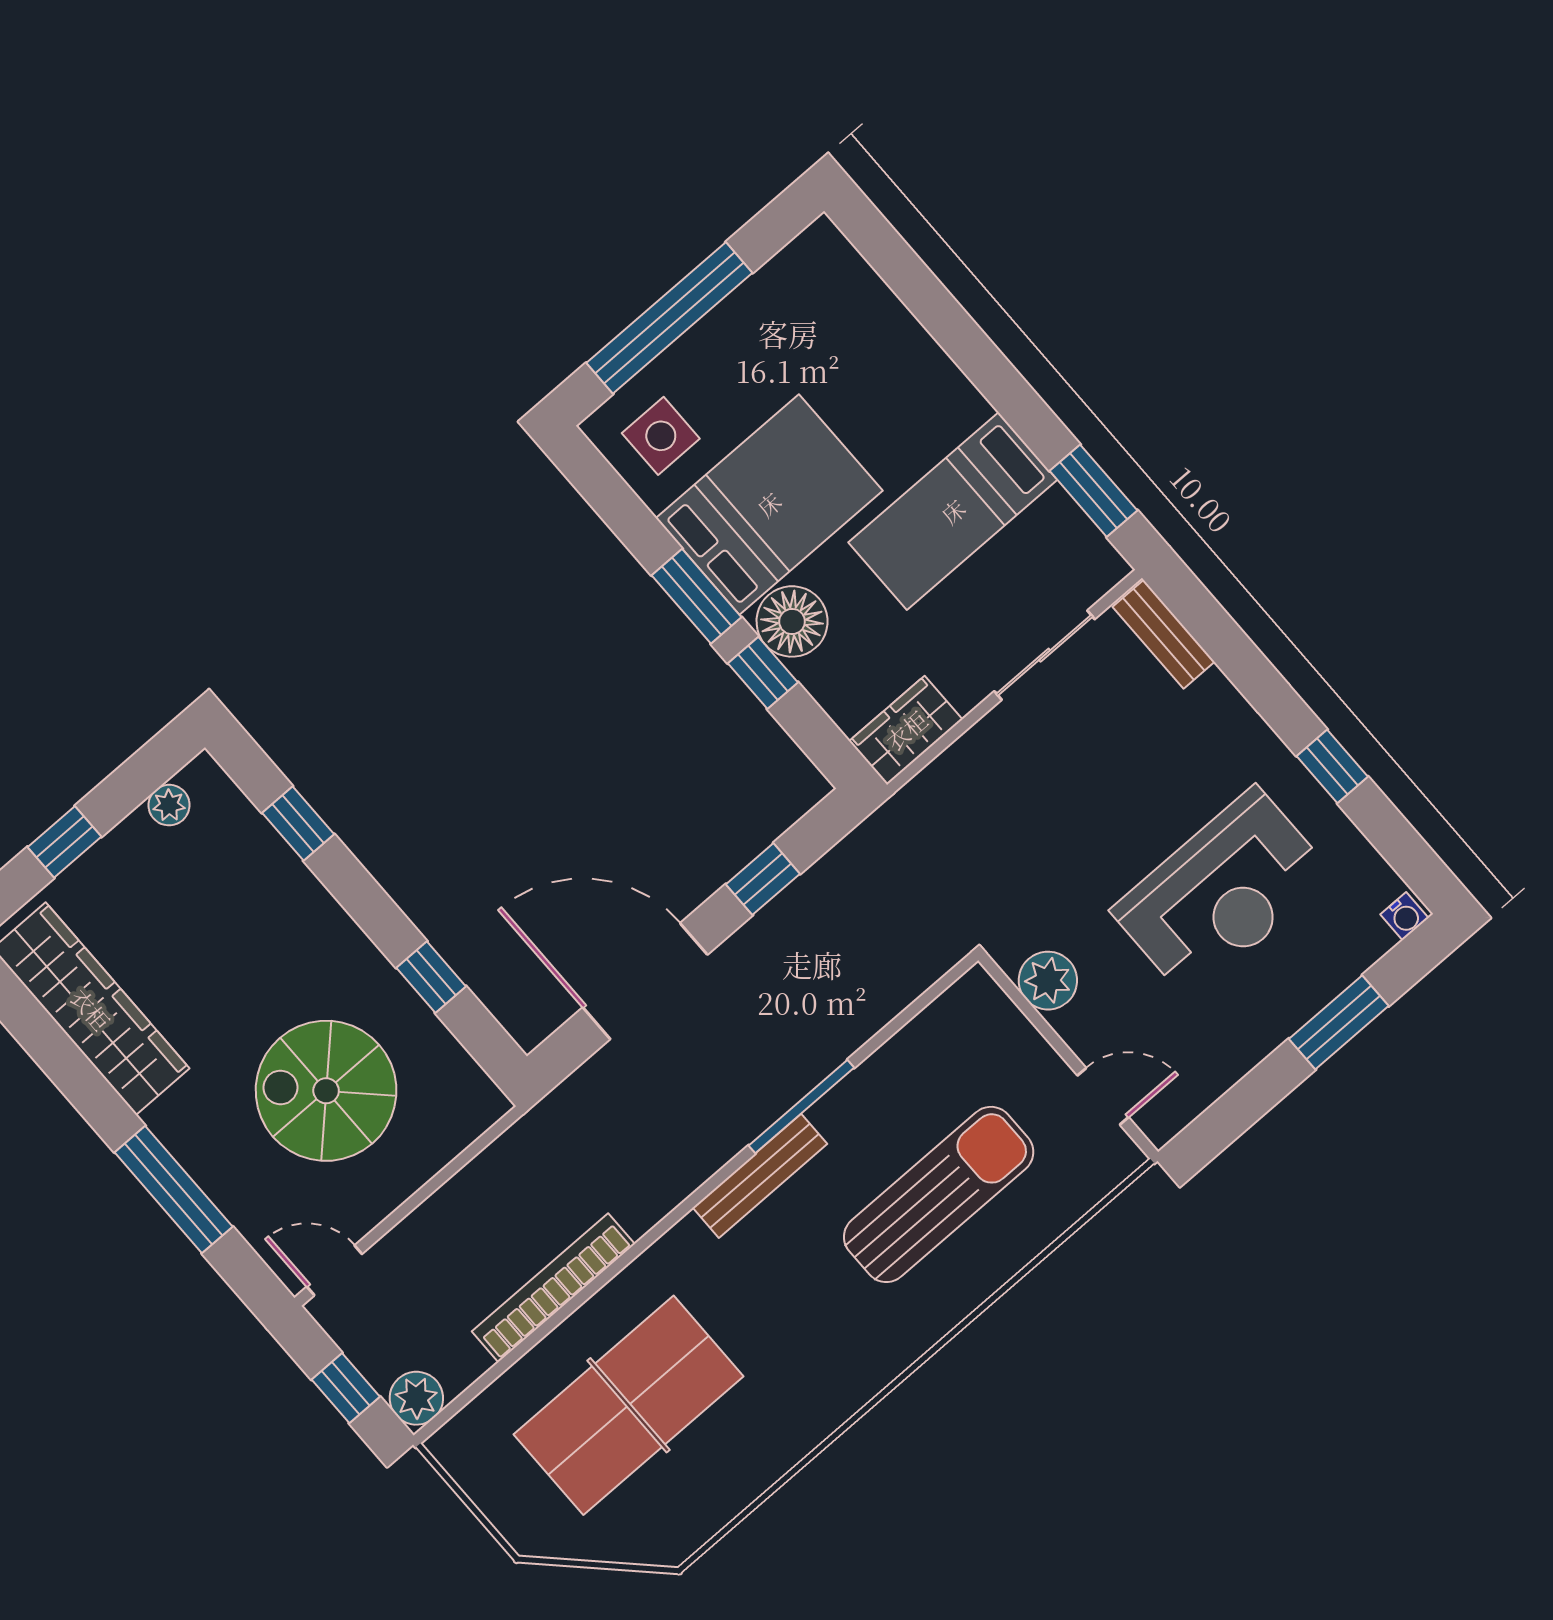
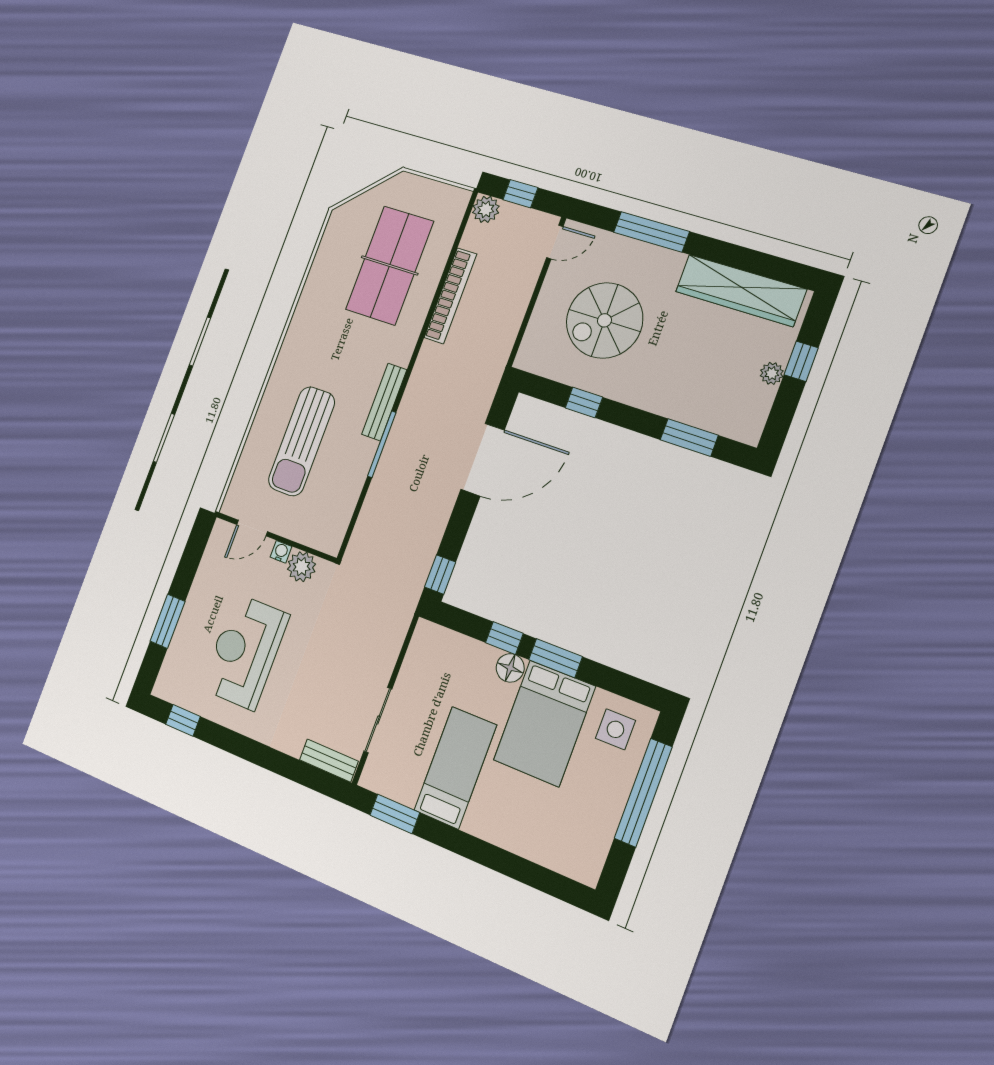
floor lamp: (792, 621) -> (510, 668), width x0.73, depth x0.73
wardrobe: (906, 730) -> (424, 648), removed
window: (1332, 766) -> (183, 720), moved
plant: (169, 805) -> (772, 373), moved
window: (298, 823) -> (689, 438), width x1.50
window: (763, 879) -> (440, 575), moved
water cooler: (1404, 916) -> (281, 552), moved, turned 90
spiral stairs: (326, 1091) -> (604, 320), turned 180

